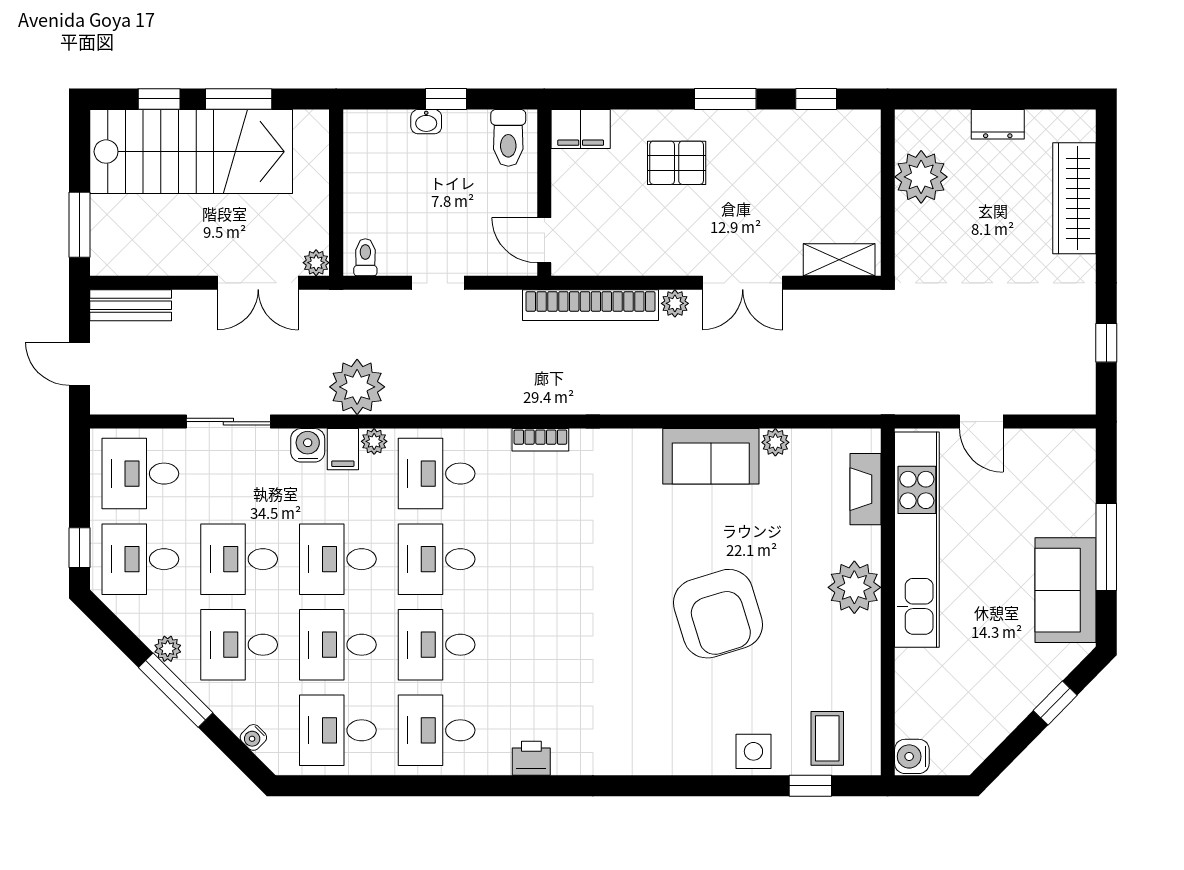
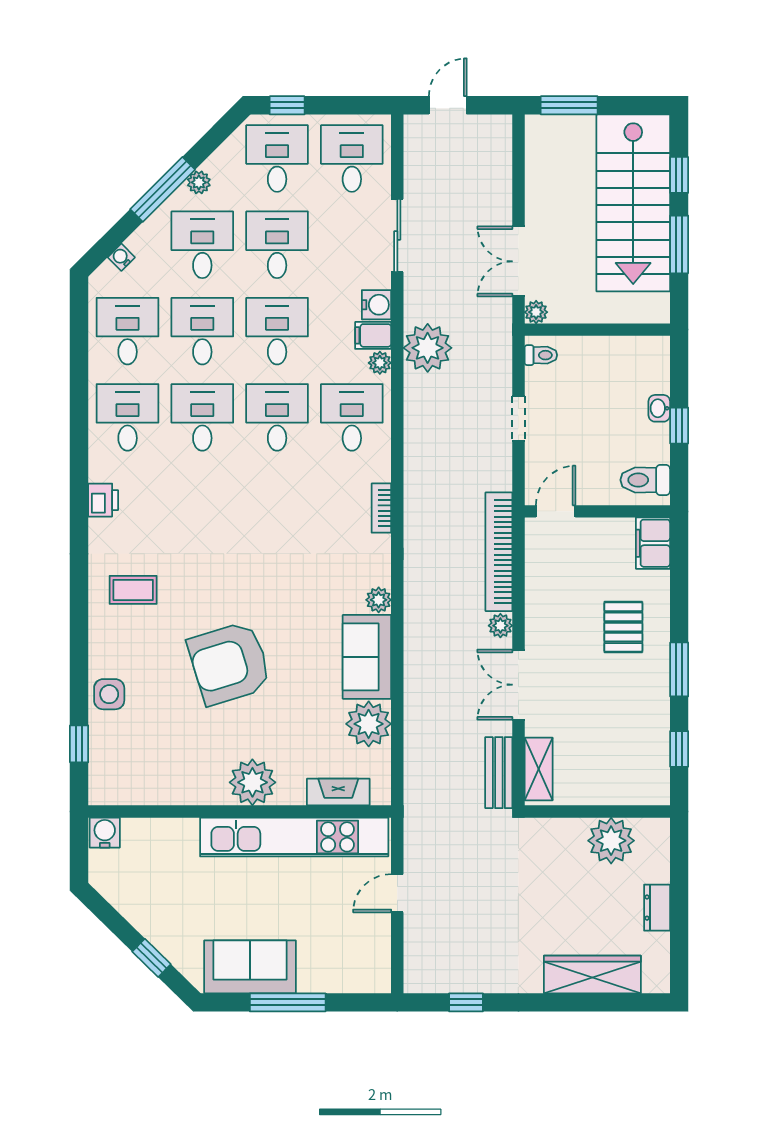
bench: (131, 305) -> (499, 773), moved
plant: (775, 442) -> (369, 724), width x1.88, depth x1.88
plant: (646, 443) -> (379, 600), added
coffee table: (827, 738) -> (133, 590), moved

